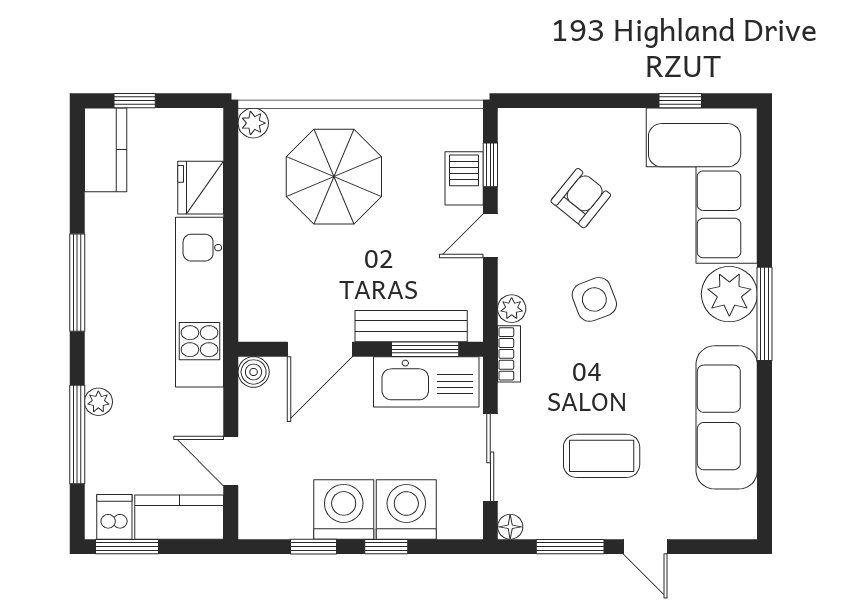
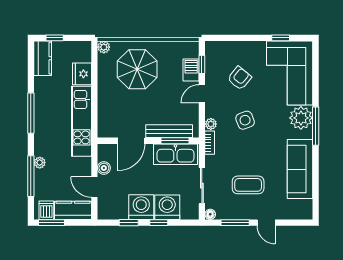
boiler: (254, 372) -> (104, 168), moved

